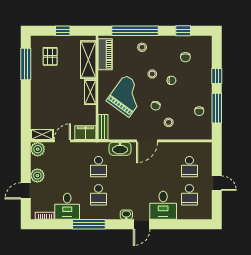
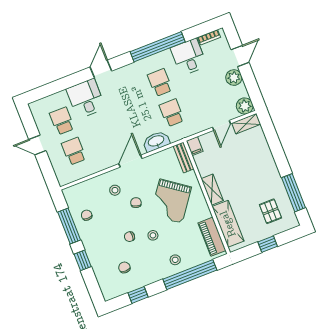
filing cabinet: (85, 133) -> (195, 146), width x0.50
washbasin: (126, 215) -> (122, 73), removed
window: (89, 224) -> (158, 47), width x1.46

